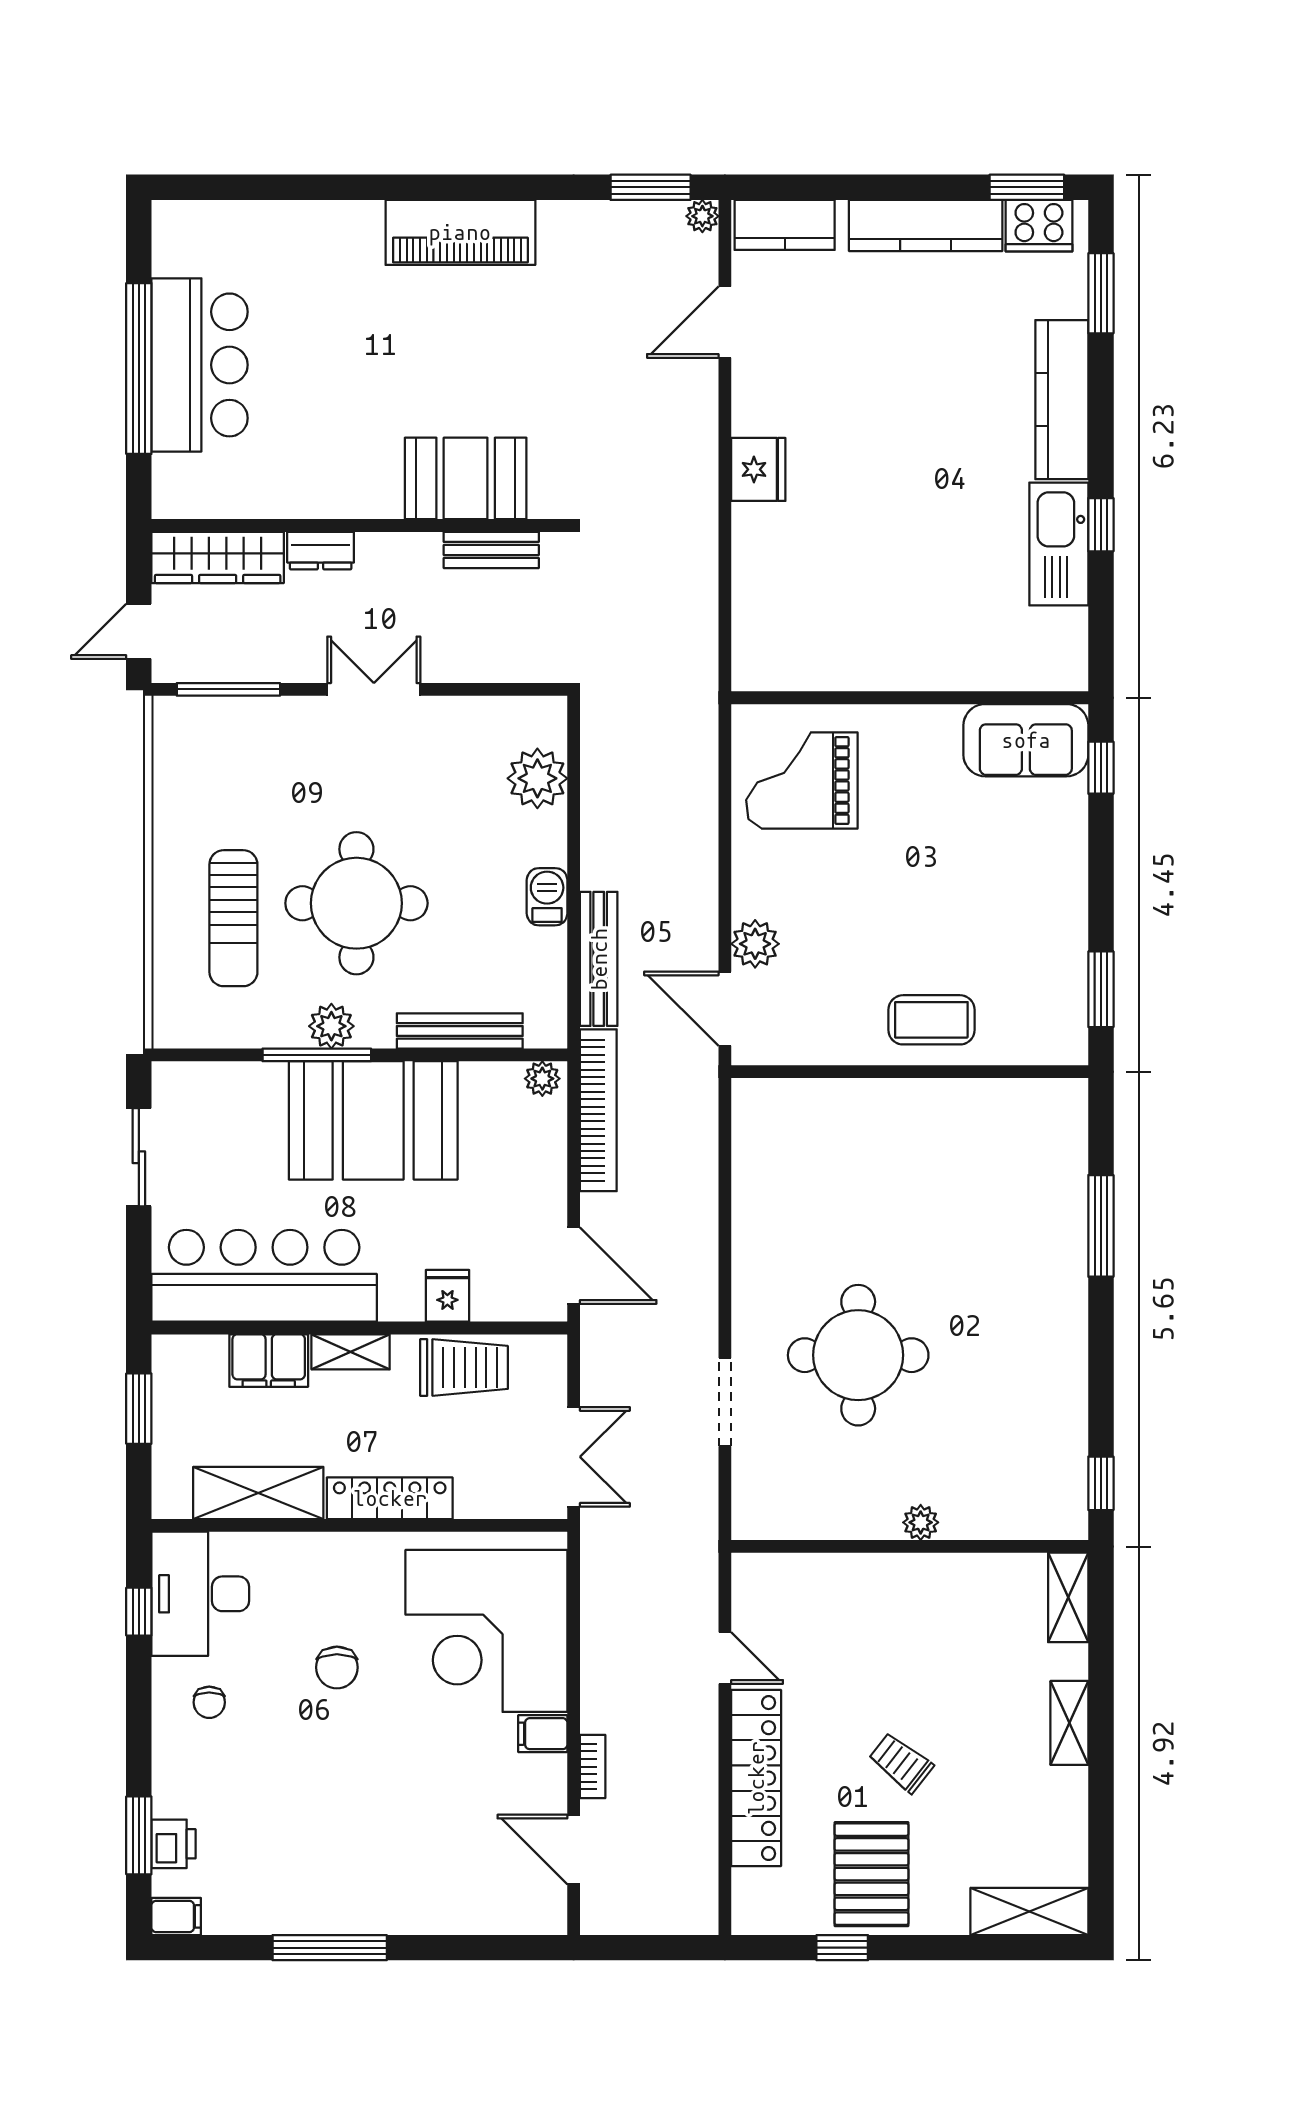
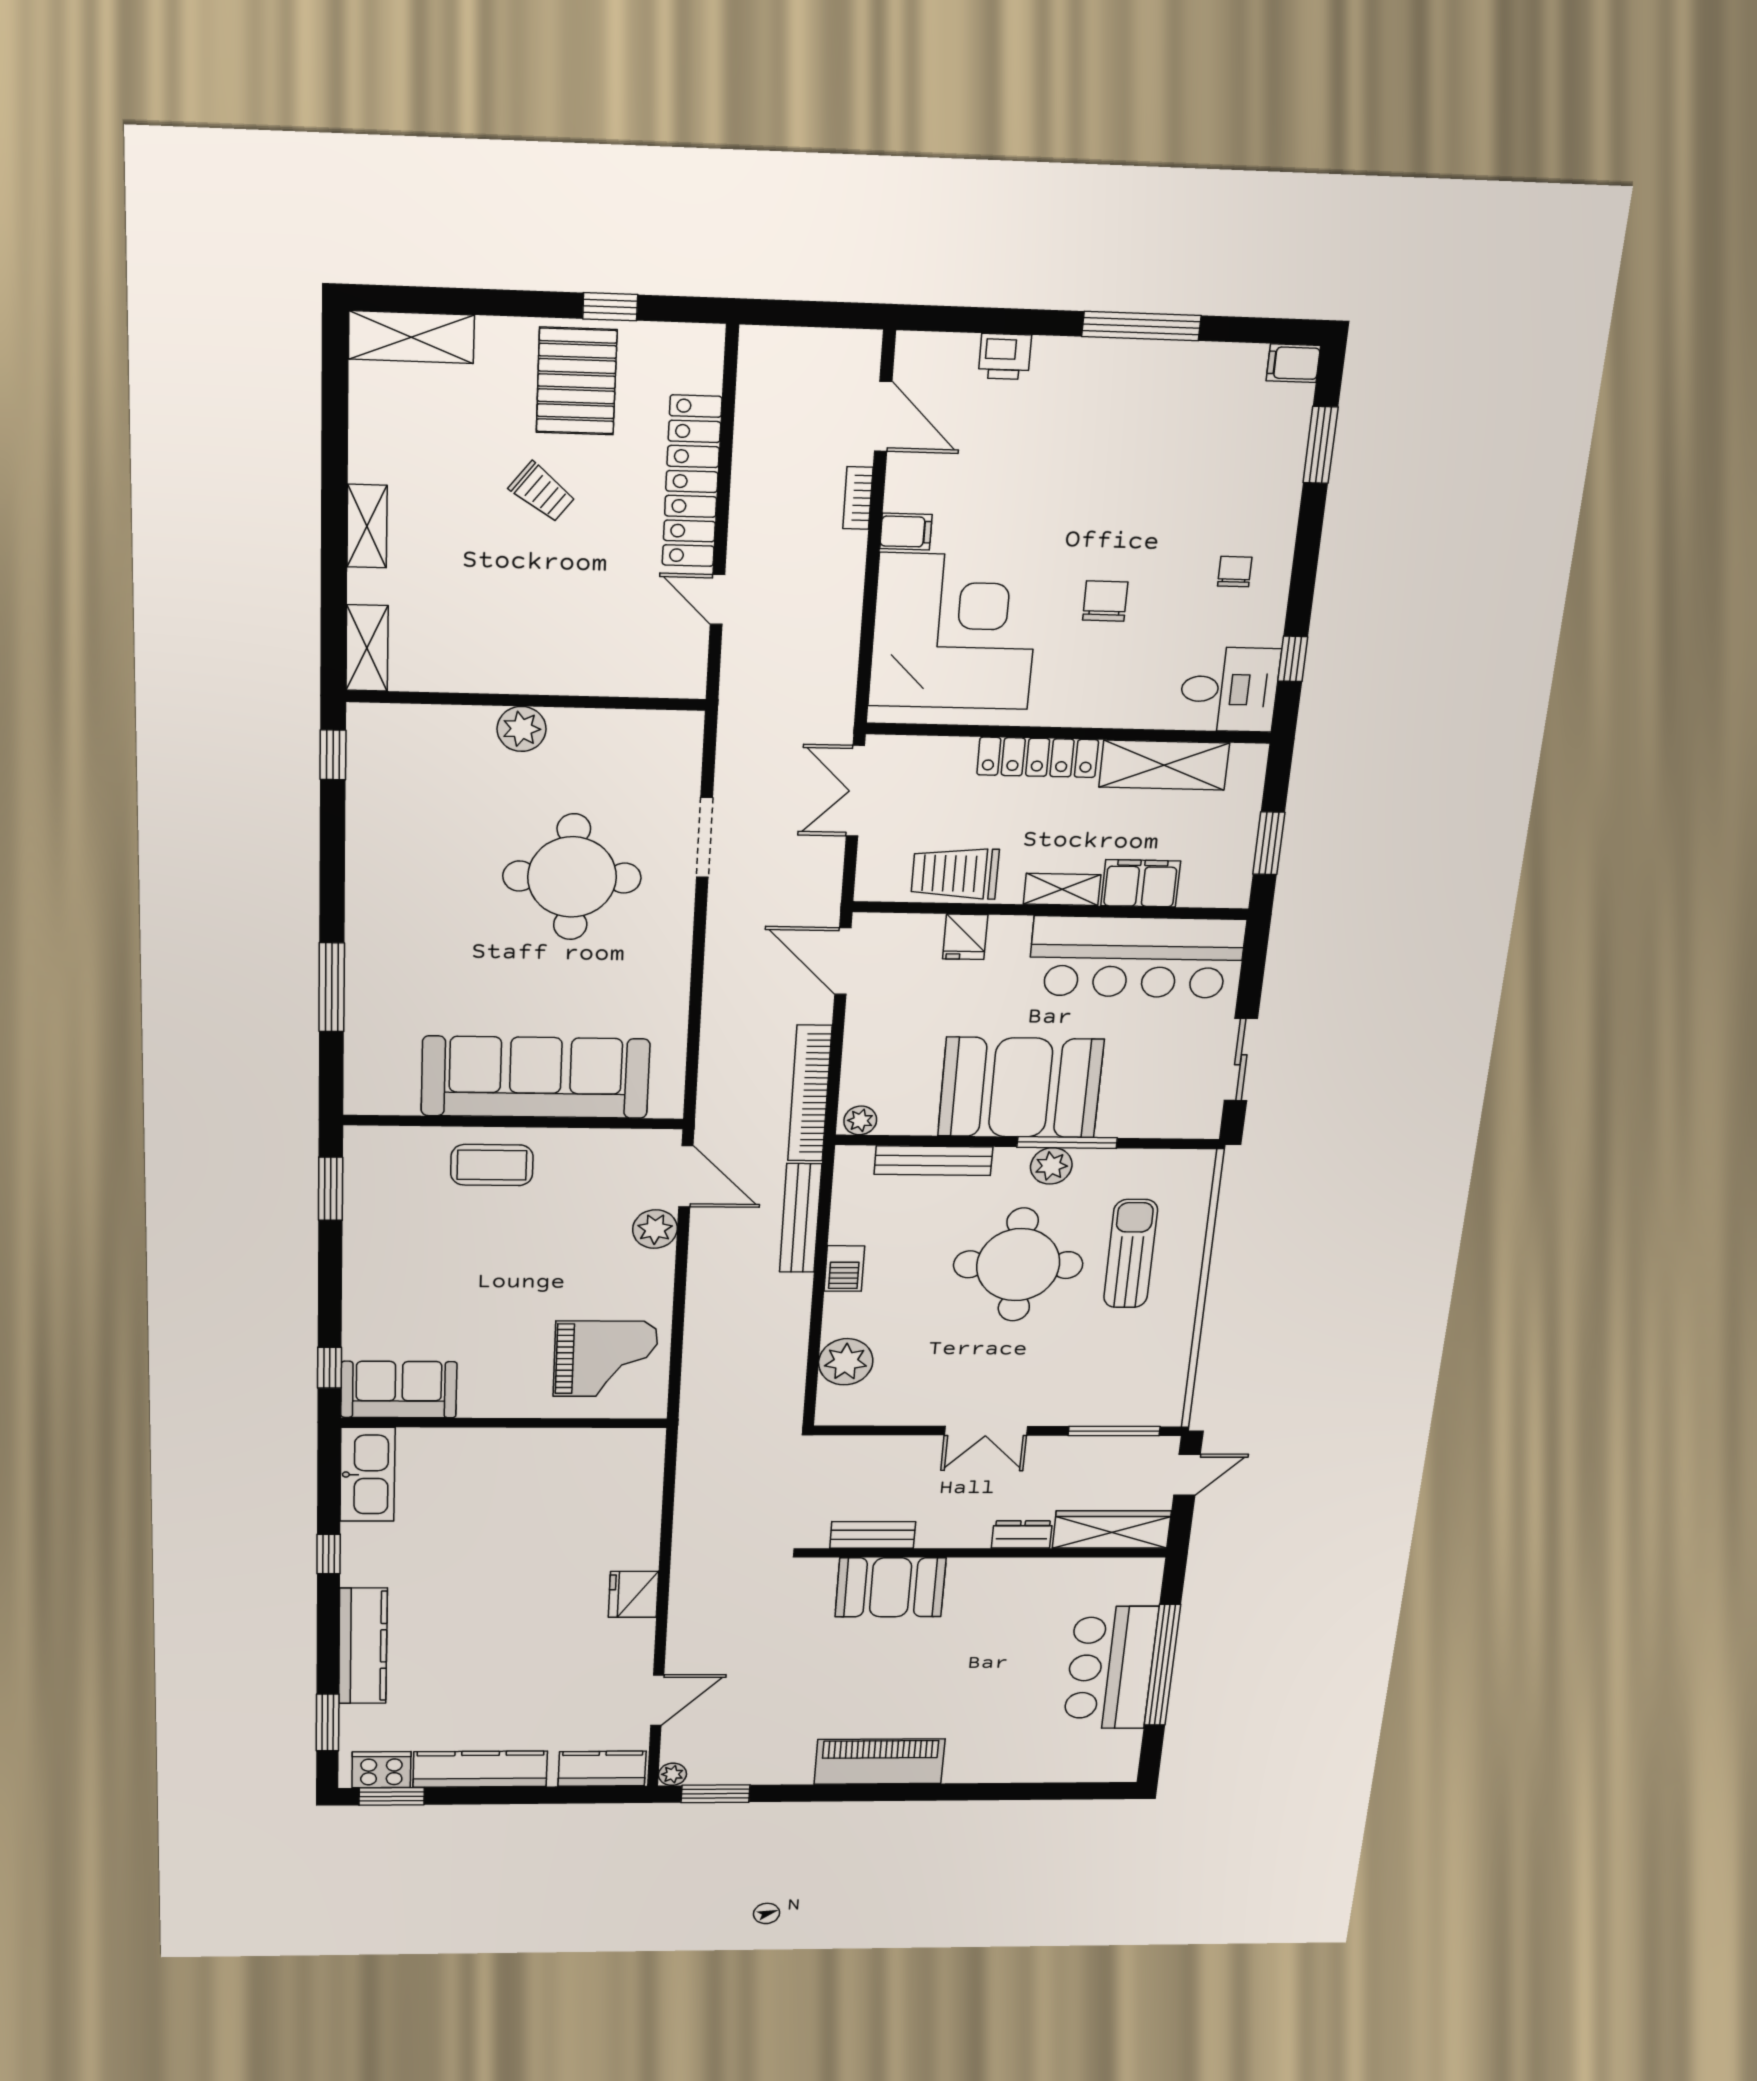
kitchen sink: (1059, 544) -> (367, 1475), moved
sofa: (889, 1125) -> (535, 1077), added
plant: (921, 1522) -> (522, 729), width x1.38, depth x1.38
desk: (200, 1594) -> (1229, 689), width x0.73
printer: (174, 1844) -> (1005, 356), moved, turned -90

